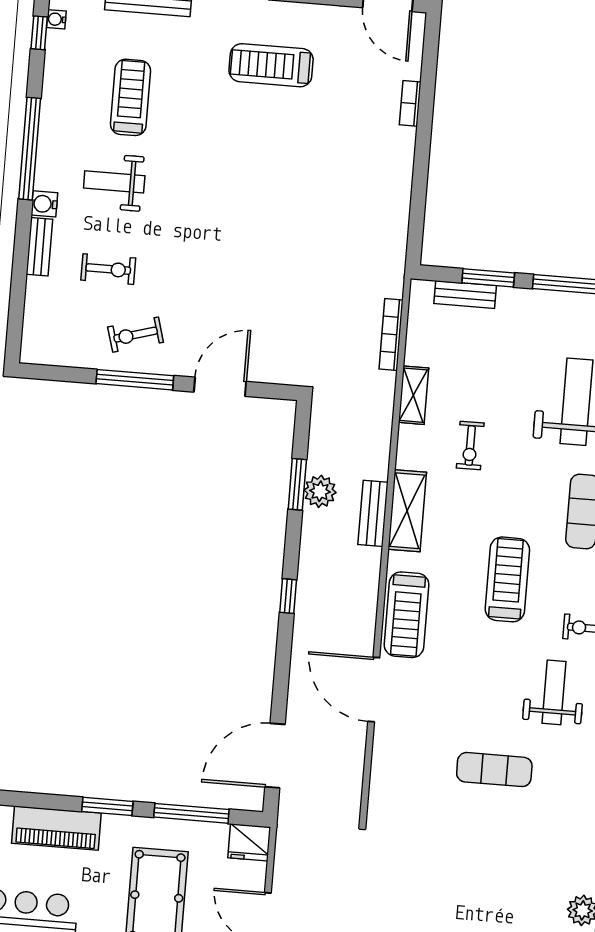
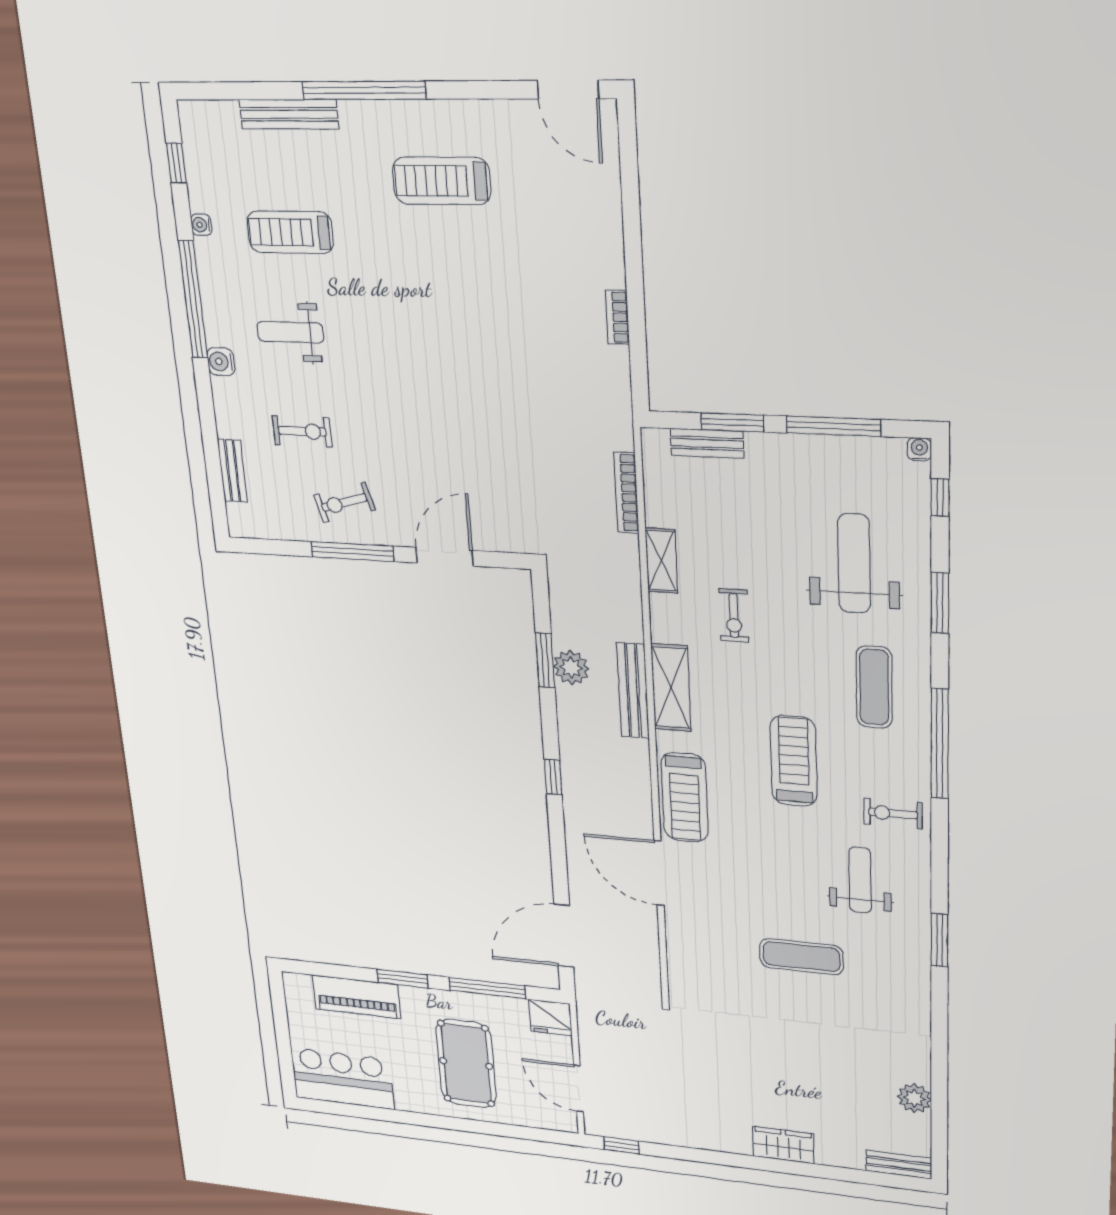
water cooler: (56, 19) -> (201, 225), moved
treadmill: (131, 97) -> (290, 232), turned -90
bookcase: (410, 103) -> (617, 317), moved
bench: (39, 247) -> (232, 471), moved
bench: (373, 513) -> (633, 691), width x1.36

